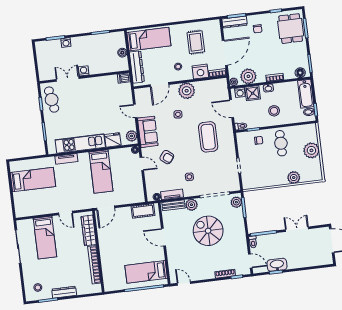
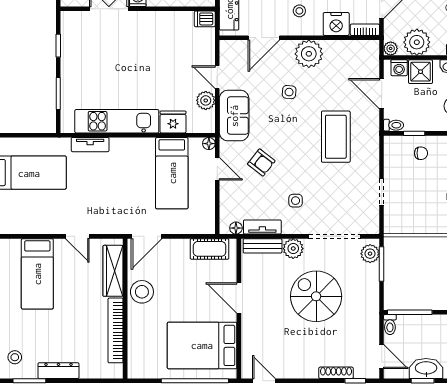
cafe table: (52, 100) -> (77, 41), removed
plant: (132, 136) -> (206, 100), moved
bed: (101, 171) -> (172, 173), moved
stool: (107, 241) -> (142, 292), added
bed: (146, 272) -> (202, 345), width x1.50

